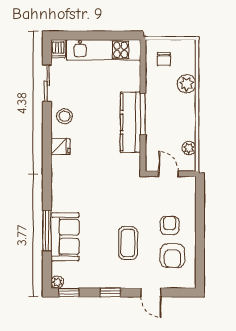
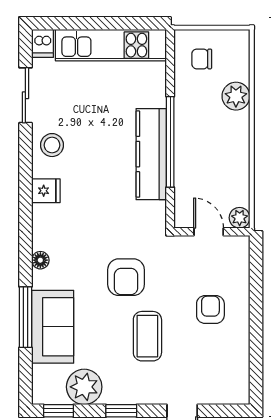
chair: (164, 59) -> (202, 59), turned 90
window: (143, 114) -> (170, 142), width x1.46
plant: (189, 148) -> (240, 218), moved
floor lamp: (57, 193) -> (40, 260), added
armchair: (172, 256) -> (126, 277), moved
plant: (57, 282) -> (84, 387), moved, width x1.87, depth x1.87

